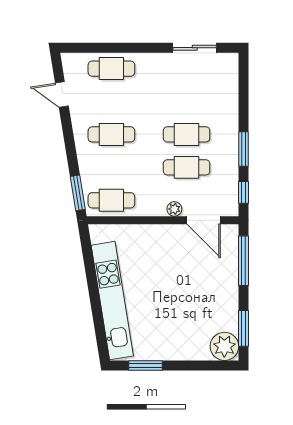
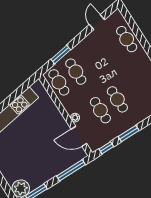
cafe table: (111, 134) -> (76, 72), moved
window: (78, 193) -> (61, 54), moved
door: (204, 220) -> (79, 136), hinge flipped

